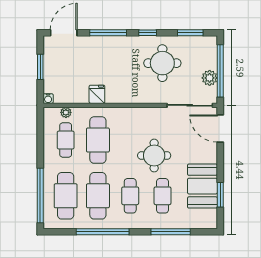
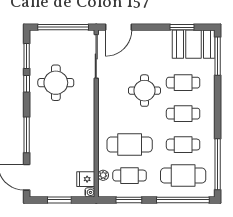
window: (148, 33) -> (27, 84), moved
plant: (210, 78) -> (70, 37), removed
fridge: (97, 94) -> (86, 179), moved
window: (40, 139) -> (129, 200), added
booth: (202, 186) -> (194, 44), moved
cafe table: (98, 196) -> (183, 145), width x0.73, depth x0.74
window: (103, 232) -> (218, 164), moved
window: (171, 232) -> (218, 56), moved

